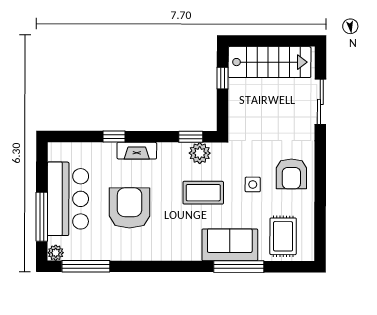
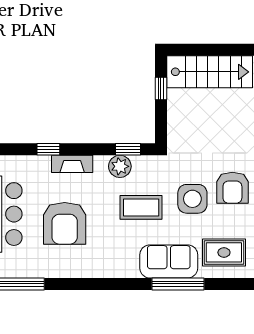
plant: (200, 153) -> (120, 166), moved
side table: (253, 184) -> (192, 199), width x1.87, depth x1.87
armchair: (129, 208) -> (65, 223), turned 180
rug: (283, 236) -> (224, 252), turned 90

